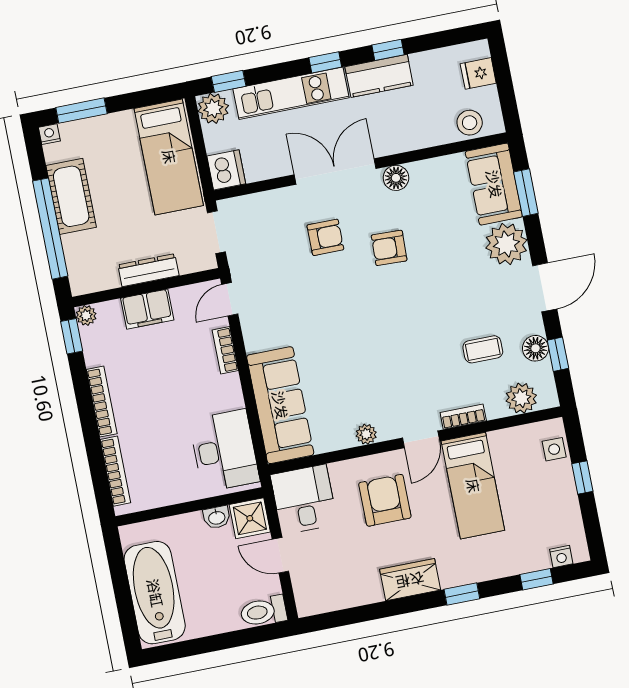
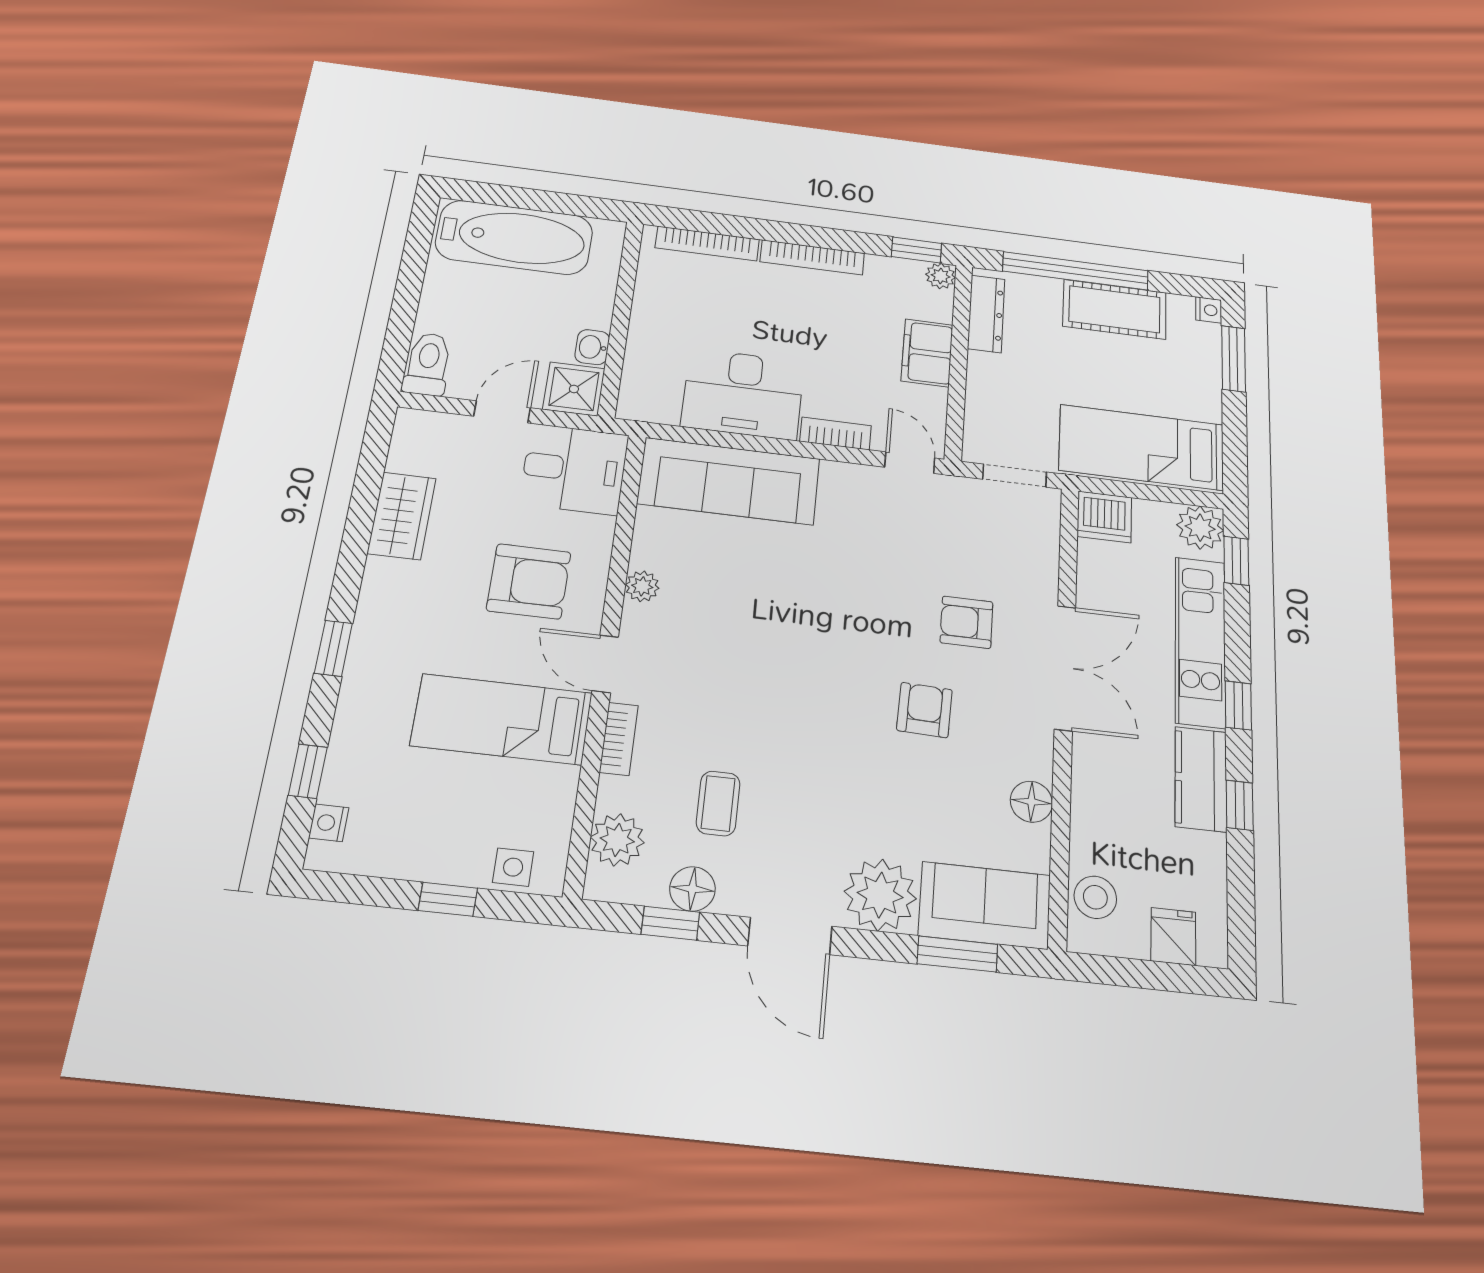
floor lamp: (396, 178) -> (1031, 802), moved
armchair: (325, 237) -> (967, 622), turned 90
dresser: (148, 270) -> (986, 314), moved
desk: (224, 451) -> (743, 394), moved
wardrobe: (410, 580) -> (402, 516), moved

